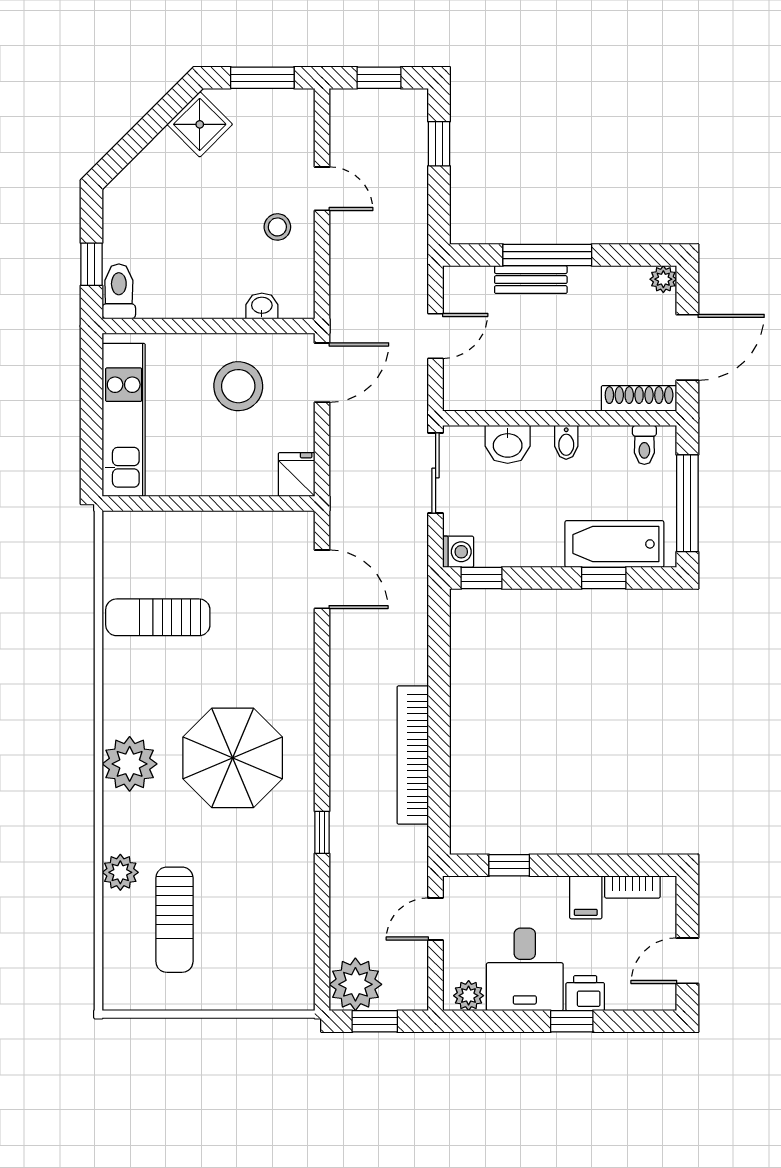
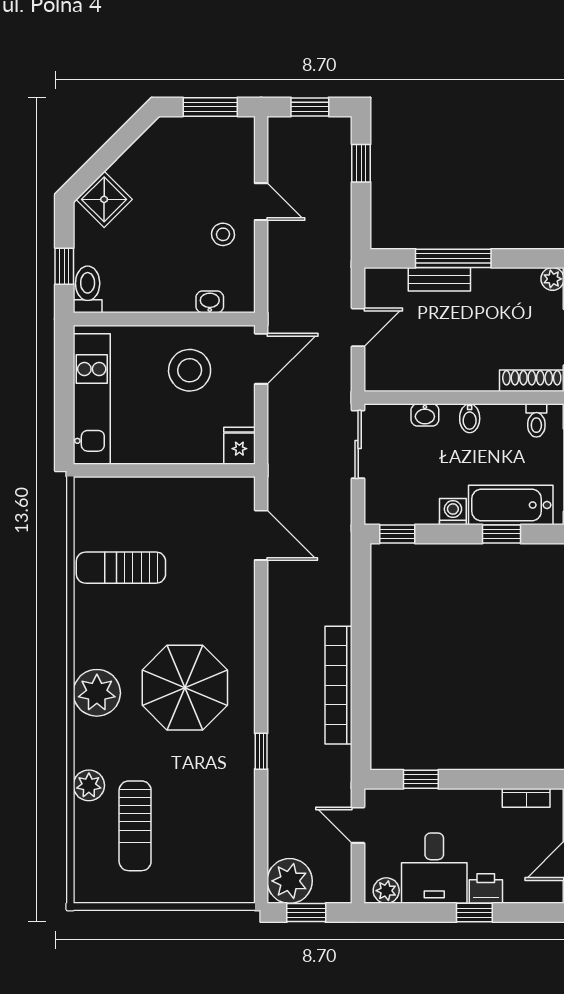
shower: (200, 124) -> (104, 199), moved
washbasin: (508, 444) -> (425, 415), width x0.72, depth x0.69
washing machine: (458, 552) -> (453, 512), moved, turned -90
filing cabinet: (586, 897) -> (486, 807), removed
door: (436, 919) -> (358, 825), hinge flipped

